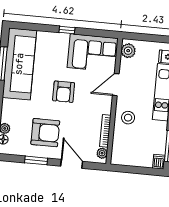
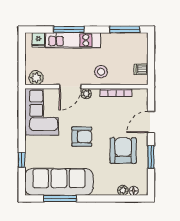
window: (67, 30) -> (22, 160), moved
door: (116, 85) -> (70, 87), hinge flipped
plant: (102, 153) -> (86, 94), moved
dishwasher: (159, 162) -> (141, 69), moved

